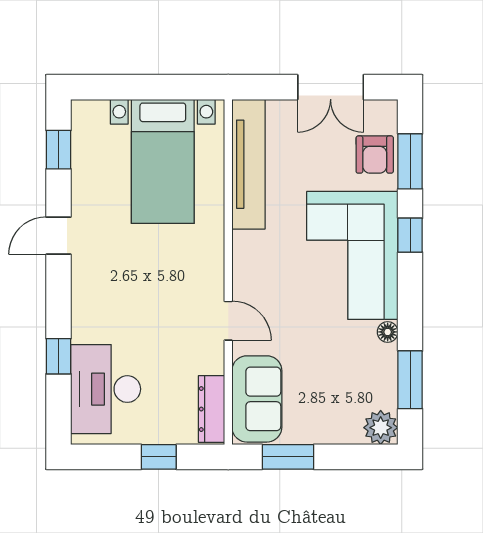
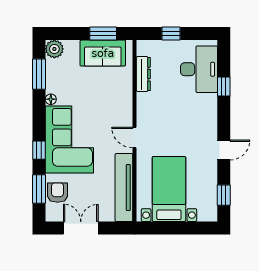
door: (228, 321) -> (135, 138), moved
sofa: (257, 399) -> (103, 53), moved, turned -90
dresser: (211, 409) -> (143, 74), moved

